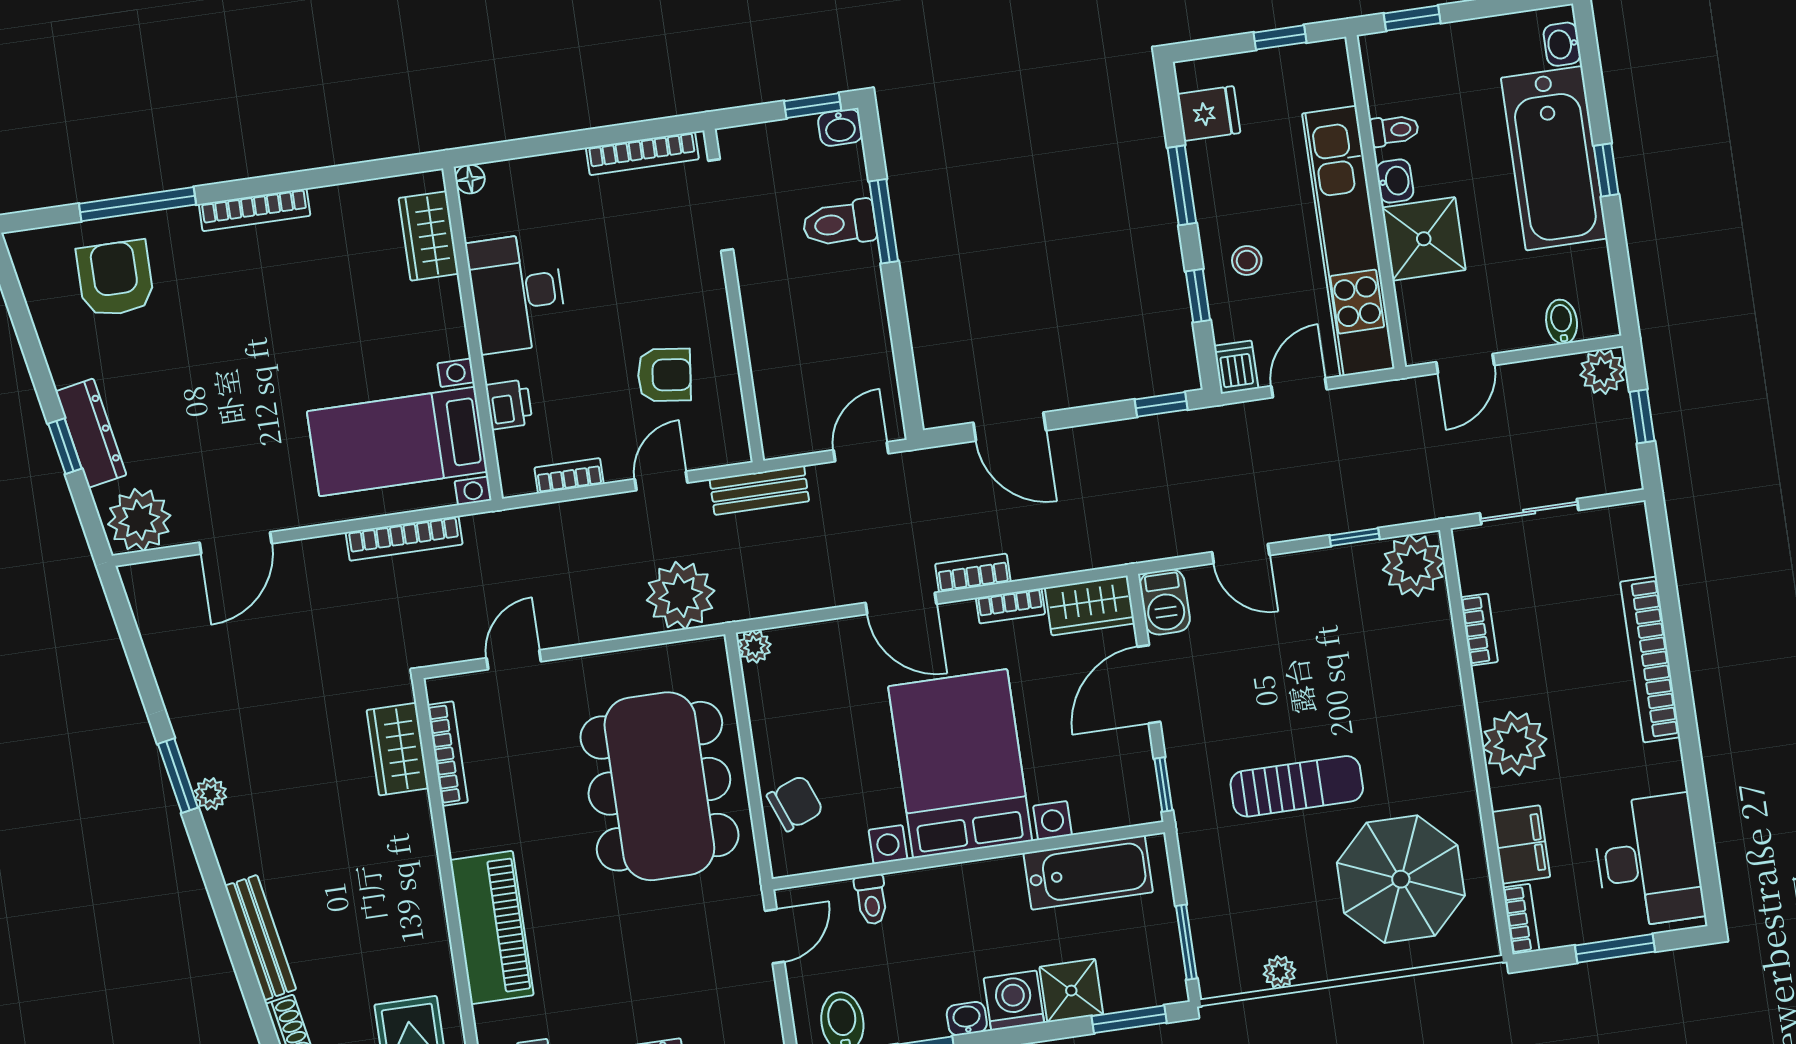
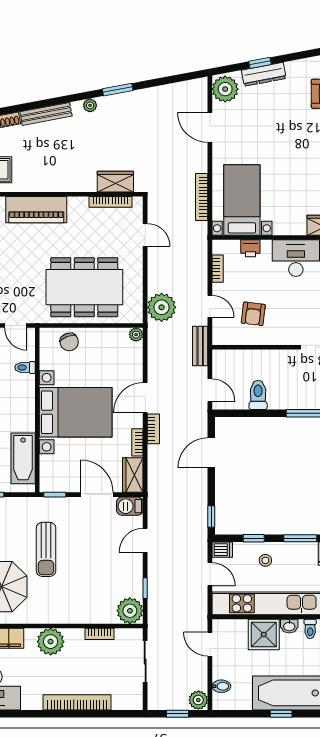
toilet: (839, 224) -> (258, 395), moved
plant: (210, 794) -> (90, 105), moved

